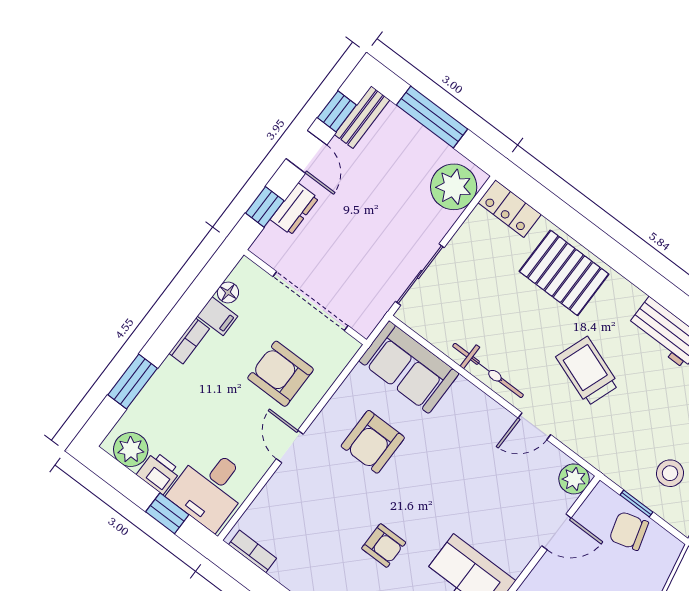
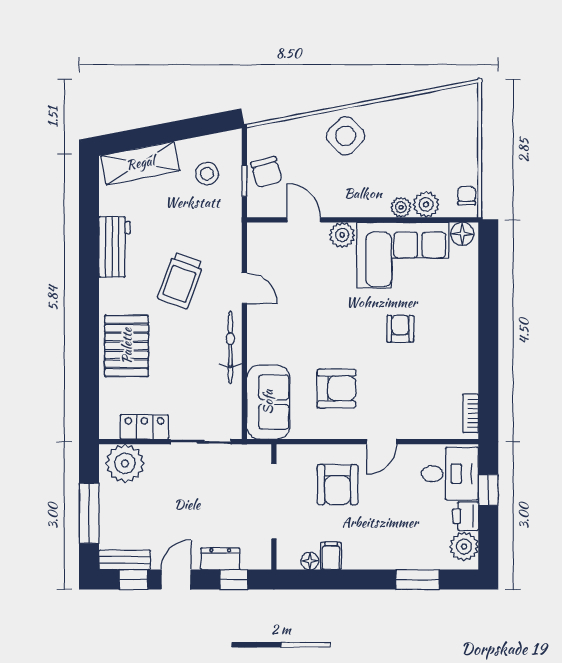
locker: (510, 209) -> (144, 427), moved, turned -90
bookcase: (189, 341) -> (362, 562), removed
plant: (574, 479) -> (342, 235), moved

